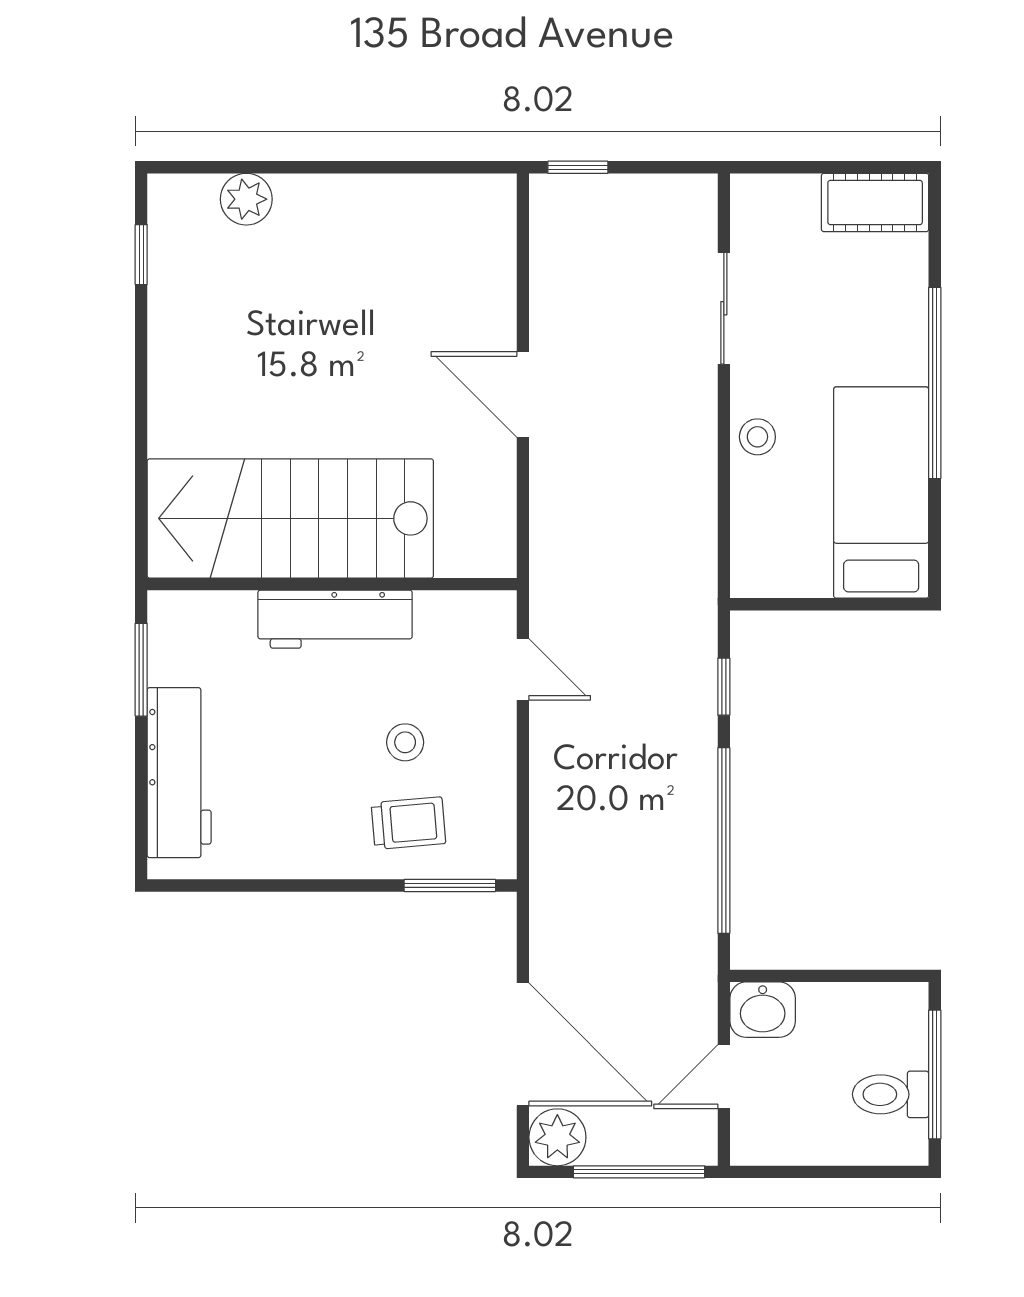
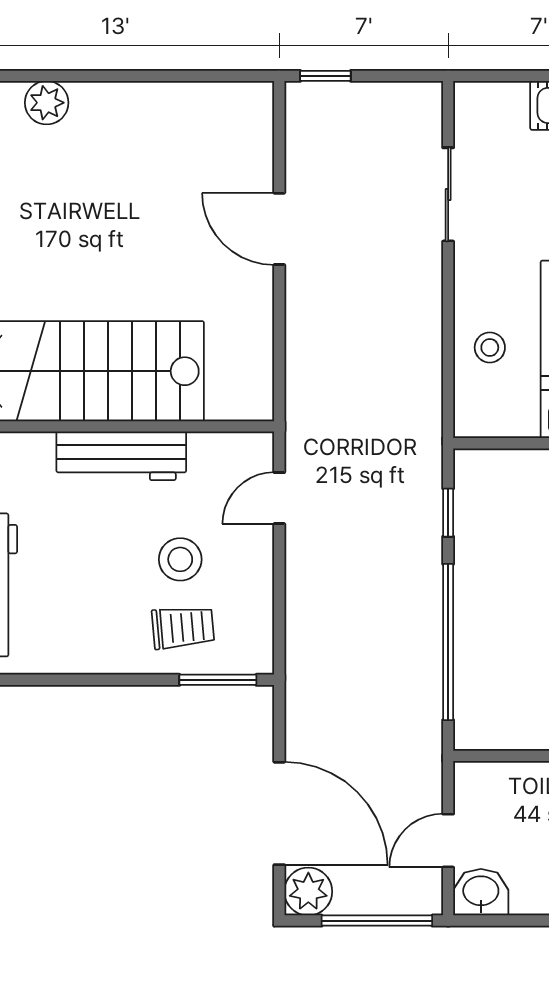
door: (523, 395) -> (279, 229), moved
stool: (757, 437) -> (490, 347), moved
door: (523, 669) -> (279, 498), swing flipped
stool: (405, 742) -> (180, 559), width x1.37, depth x1.37
washbasin: (763, 1010) -> (481, 892), moved, turned 180

